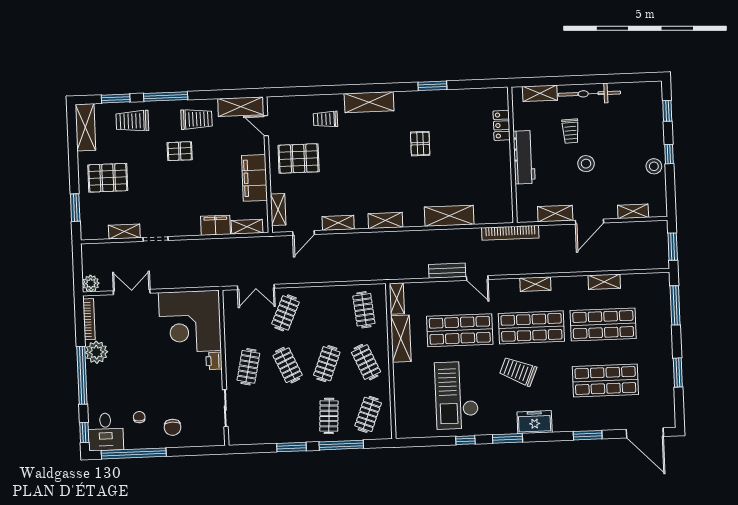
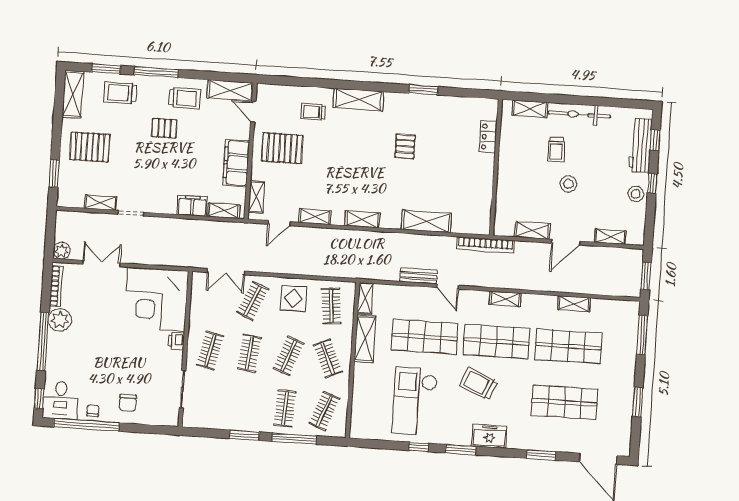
workbench: (524, 157) -> (641, 145), moved, turned 180
display table: (326, 306) -> (293, 298), added
clothes rail: (288, 365) -> (249, 353), turned 30
chair: (139, 417) -> (93, 411), moved

